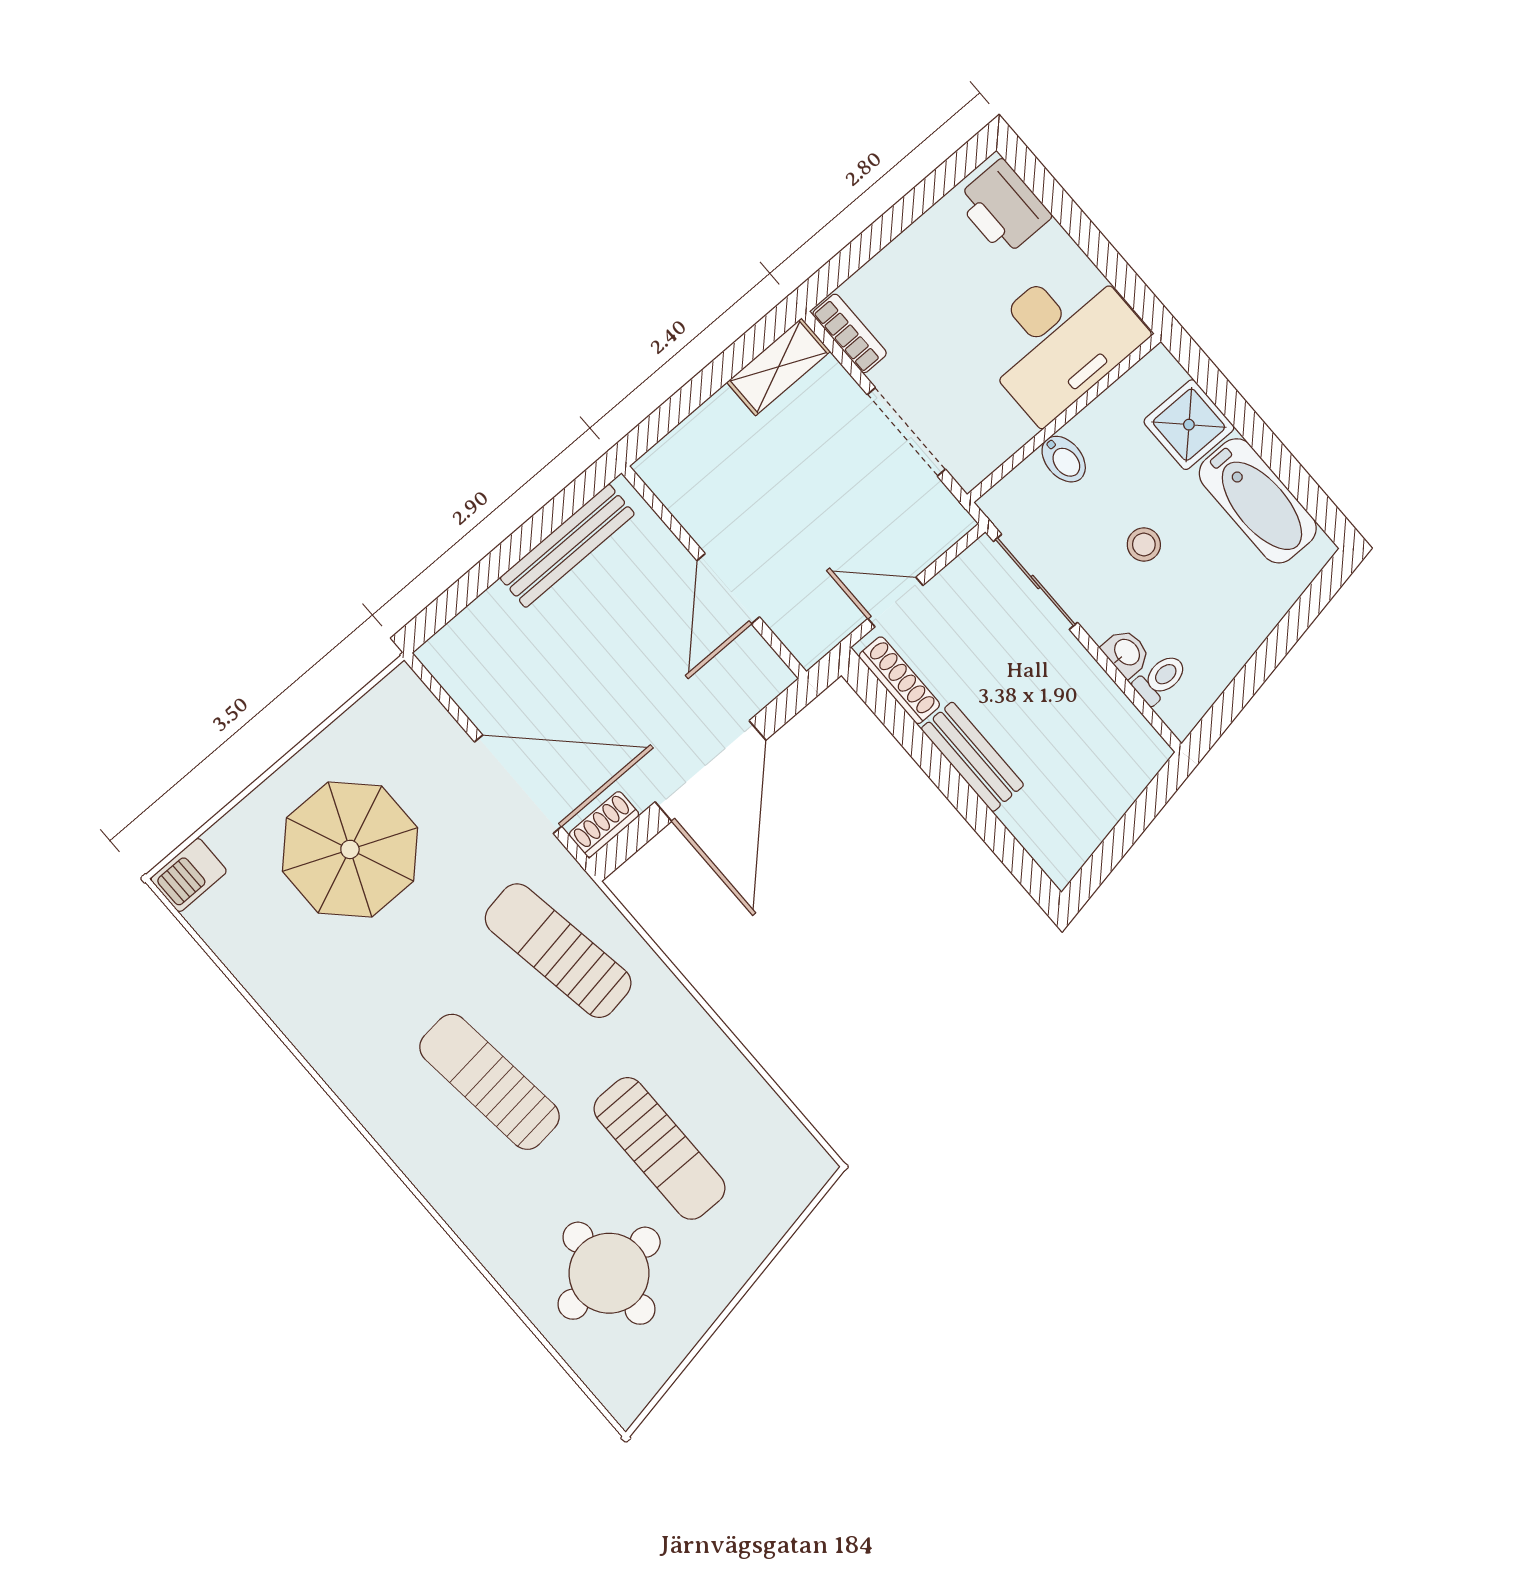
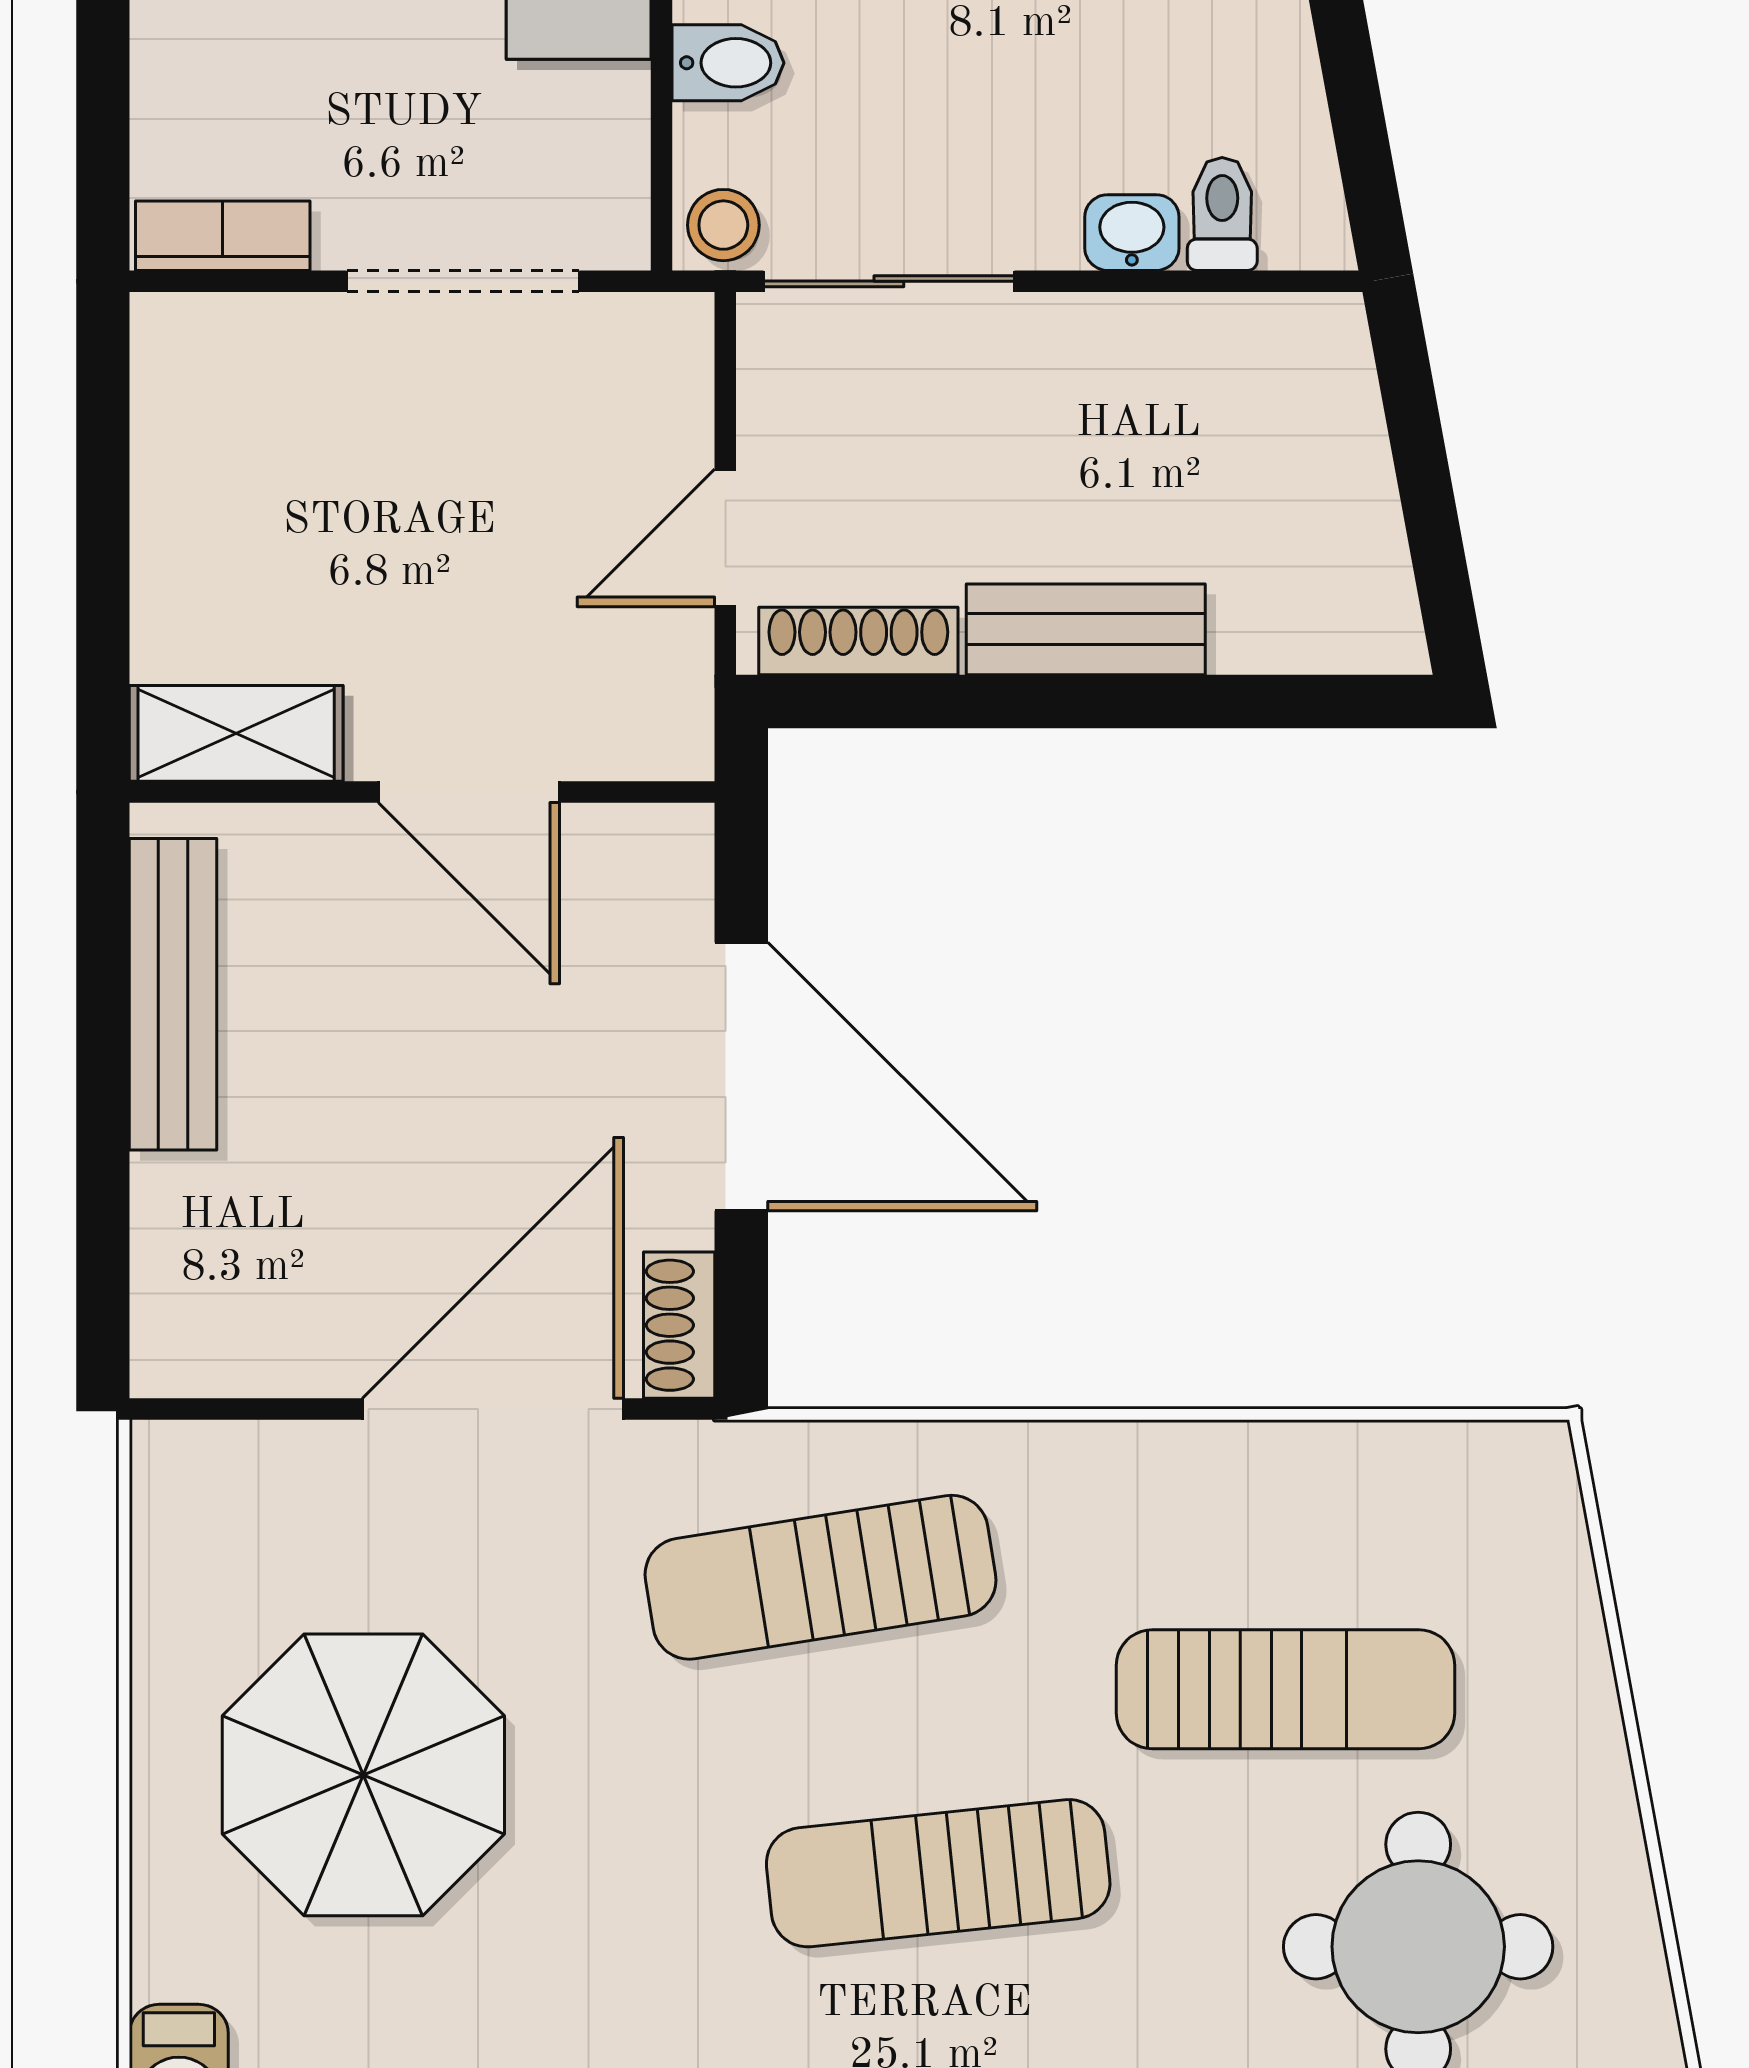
shelving: (779, 367) -> (236, 733), moved, turned 90
stool: (1144, 545) -> (723, 225), moved

